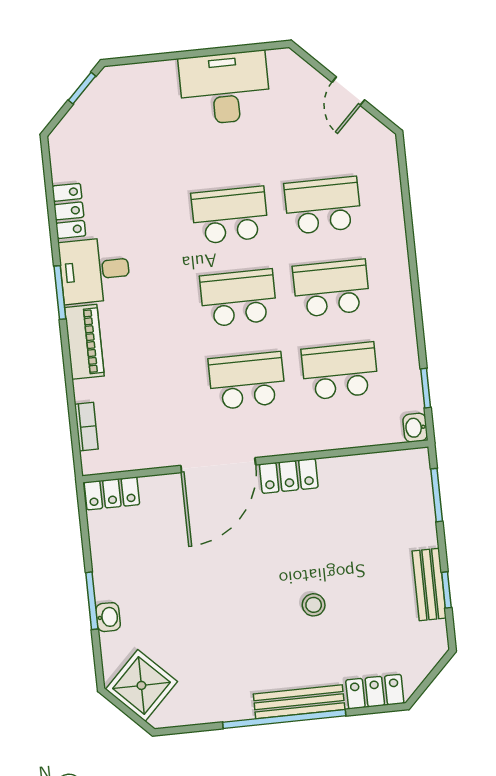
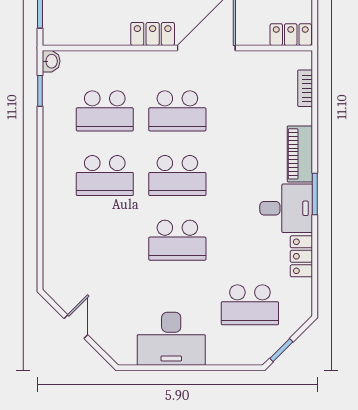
school desk: (323, 206) -> (250, 305), moved

